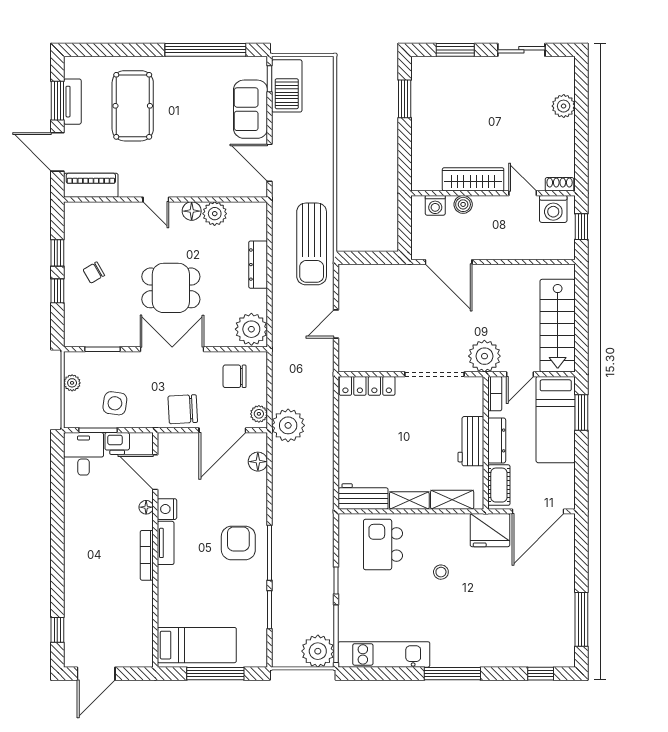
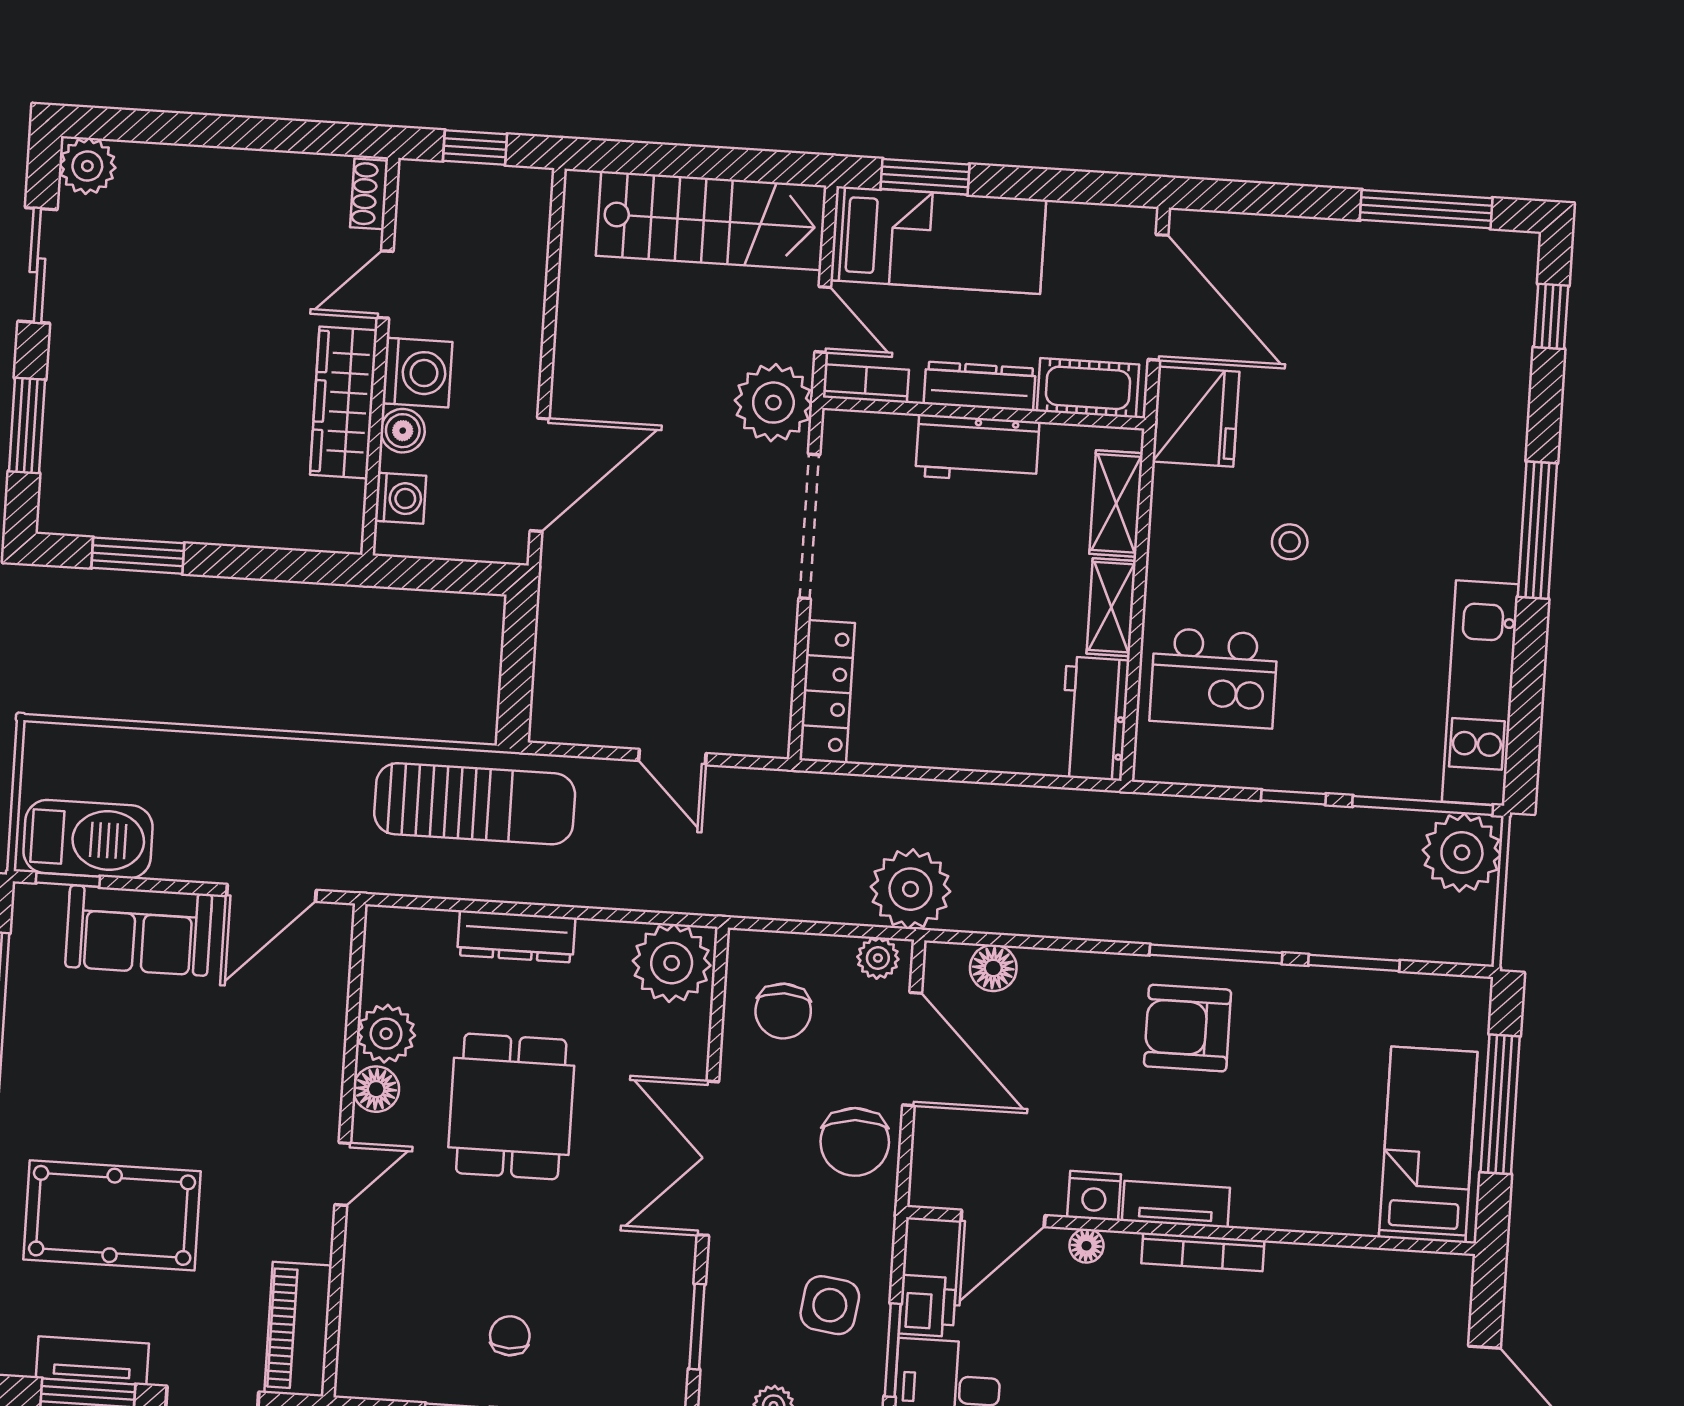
plant: (564, 106) -> (87, 166), moved
washing machine: (553, 209) -> (417, 373), moved
chair: (94, 273) -> (510, 1336), turned -150
dining table: (171, 288) -> (511, 1106), moved

